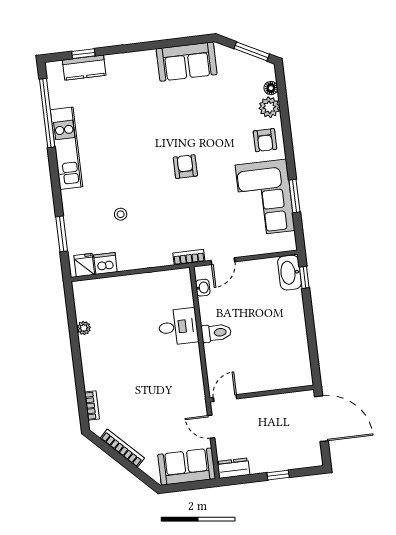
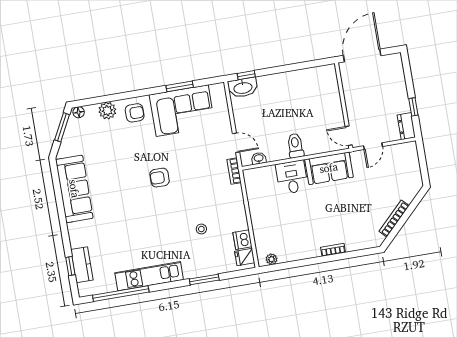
sofa: (187, 62) -> (74, 189), width x1.36
floor lamp: (271, 88) -> (79, 112), moved
window: (62, 234) -> (204, 279), moved
plant: (84, 328) -> (272, 259), moved
bookcase: (92, 406) -> (333, 250), moved
sofa: (187, 467) -> (329, 168), moved, turned -90
window: (278, 475) -> (413, 107), moved

